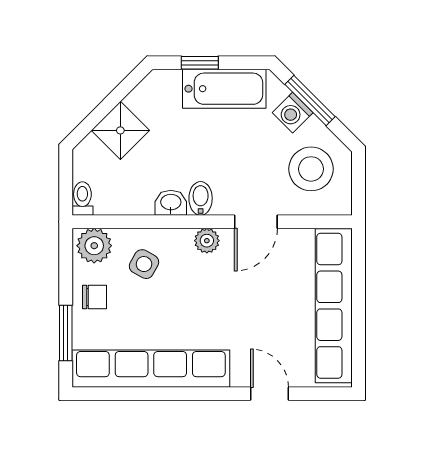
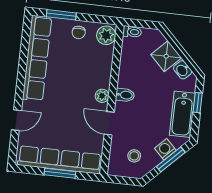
stool: (311, 169) -> (134, 156), width x0.53, depth x0.53
washbasin: (171, 203) -> (183, 70), moved, turned 135
side table: (144, 264) -> (93, 61), removed
window: (358, 302) -> (60, 173), added

